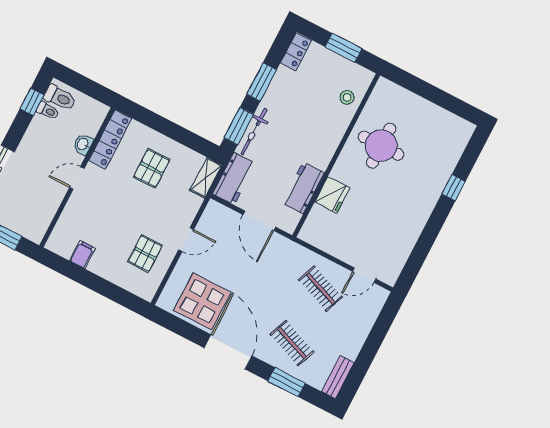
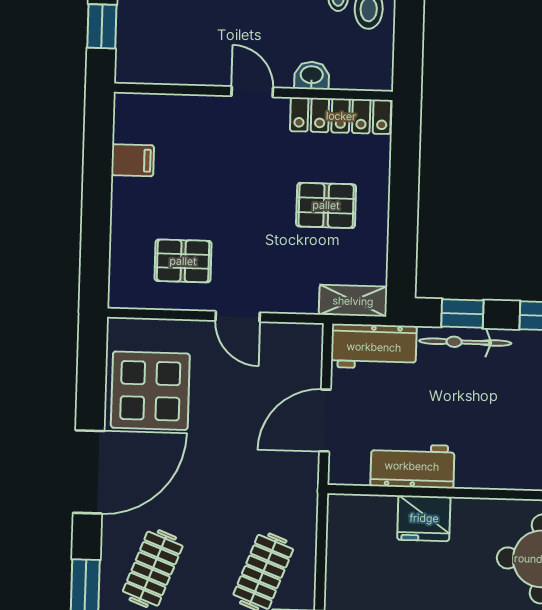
window: (239, 126) -> (462, 314), width x0.67

